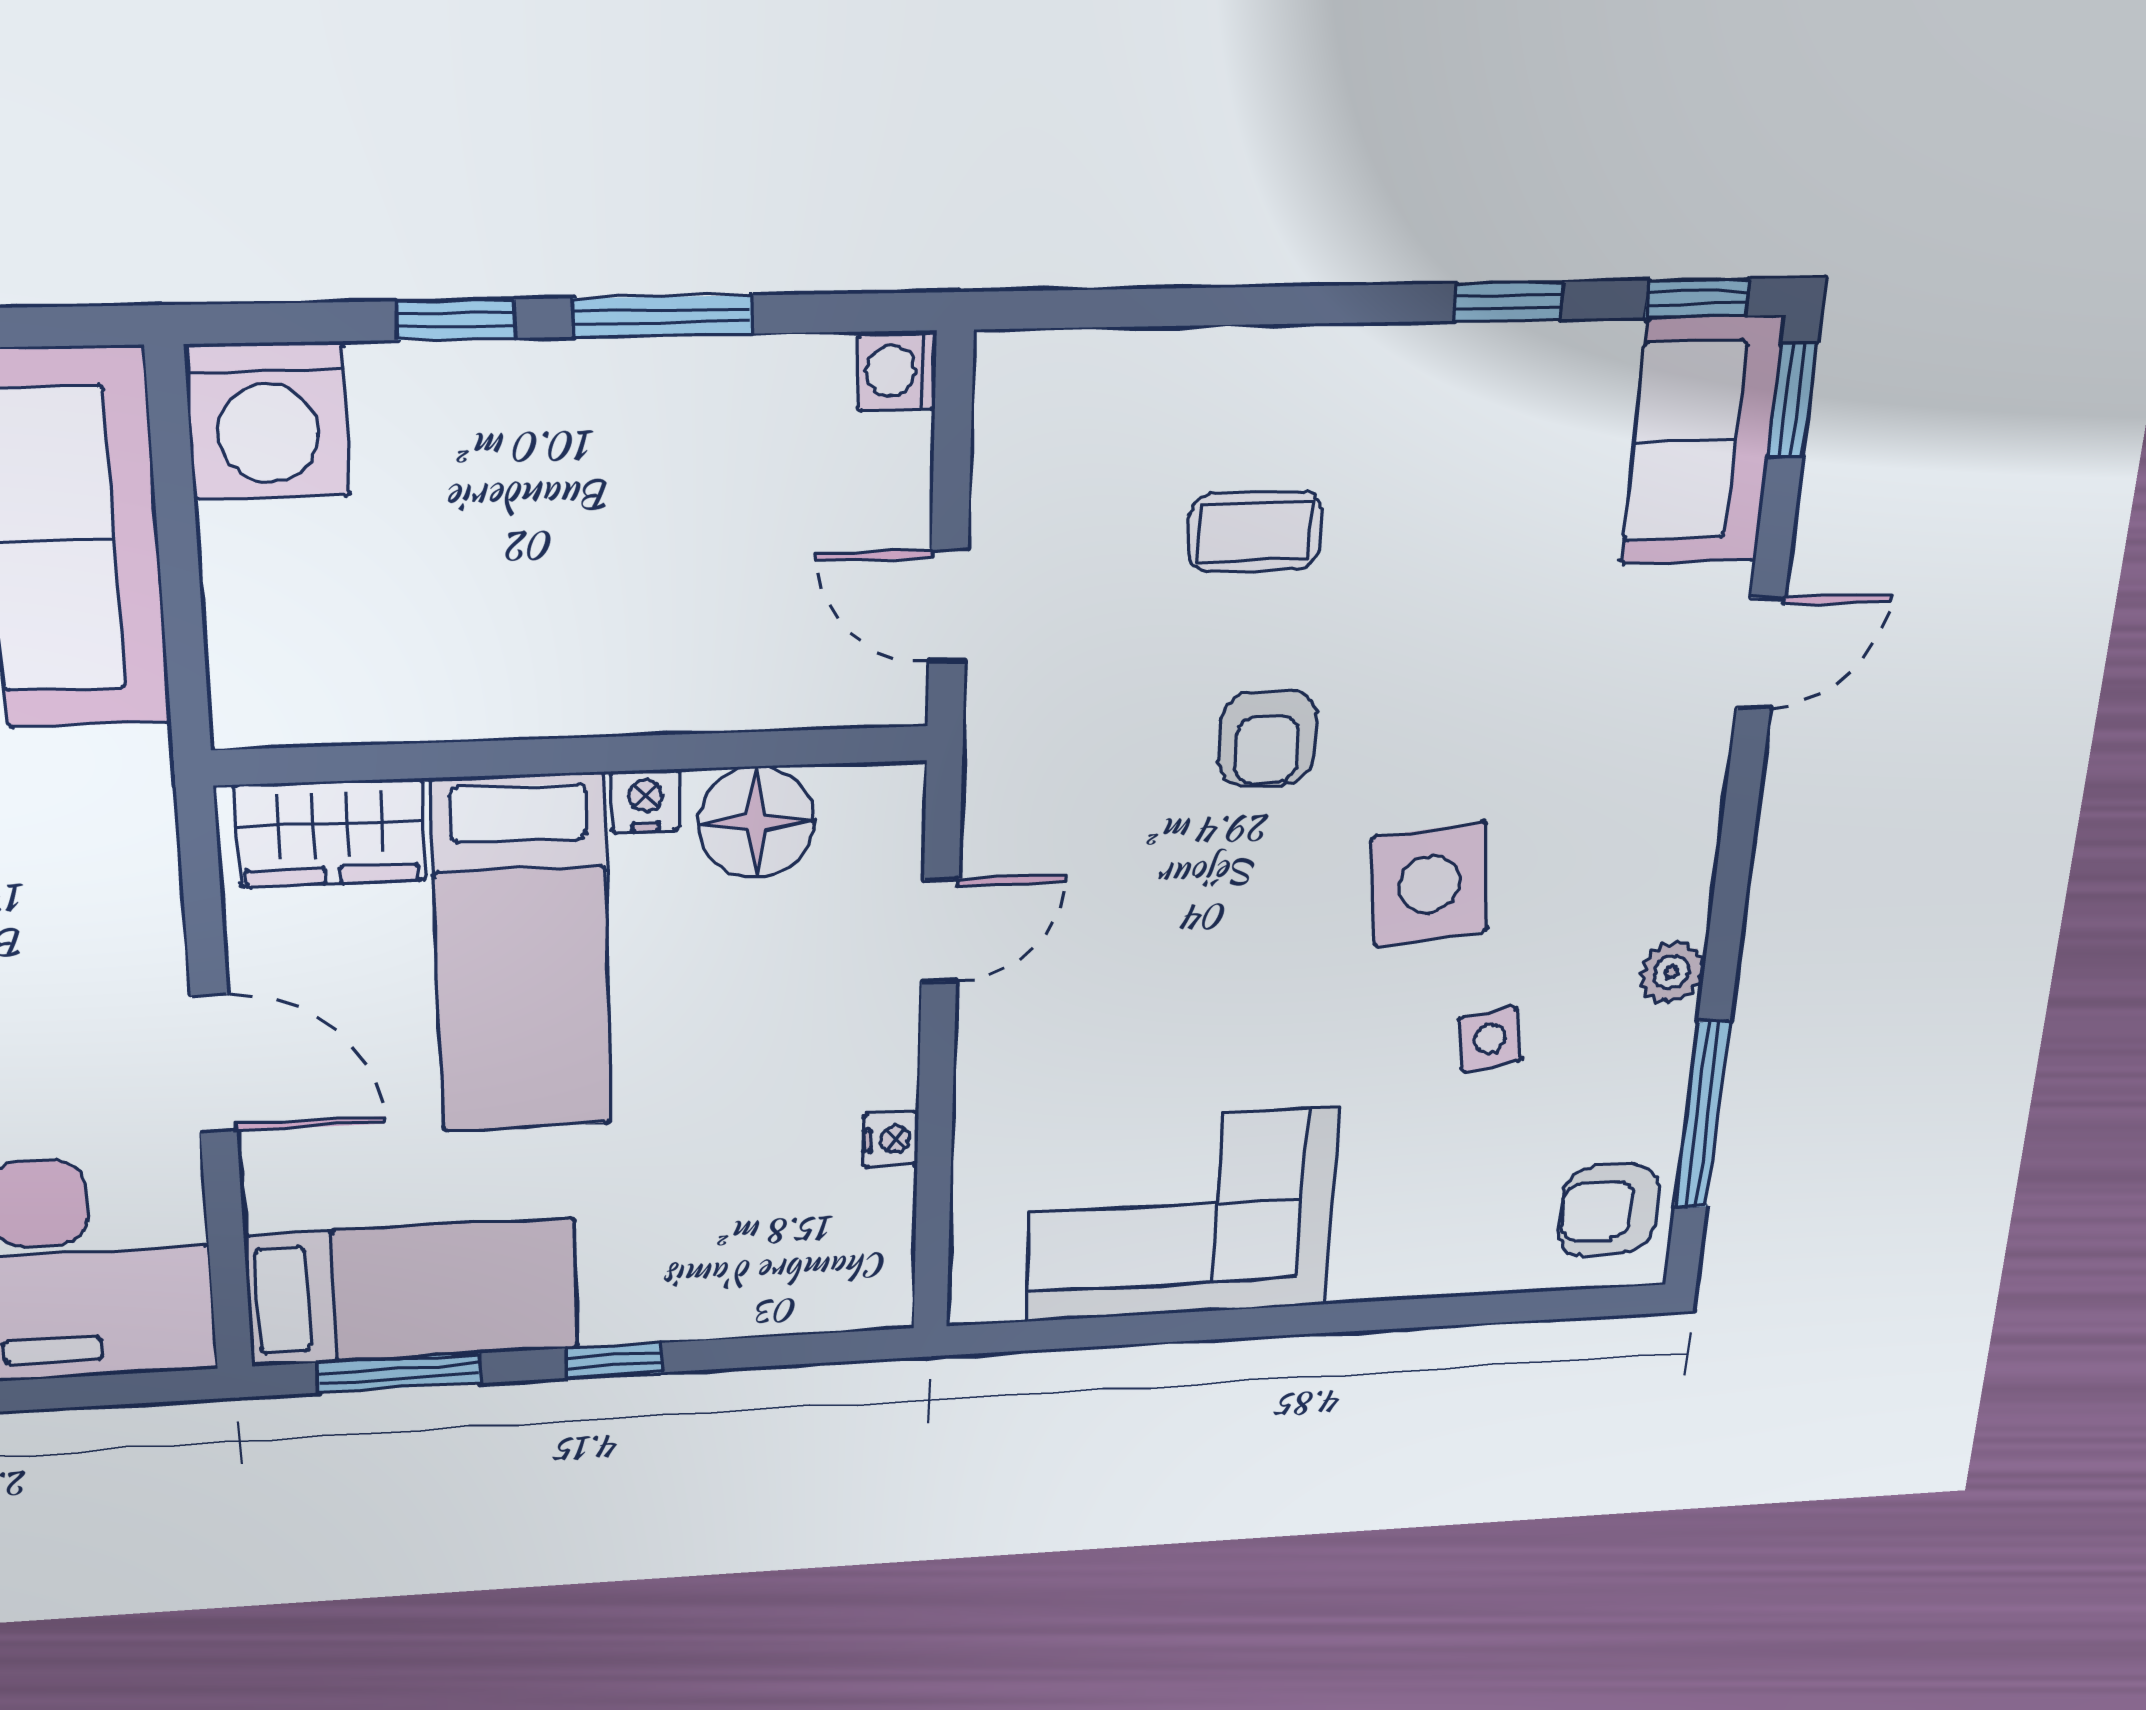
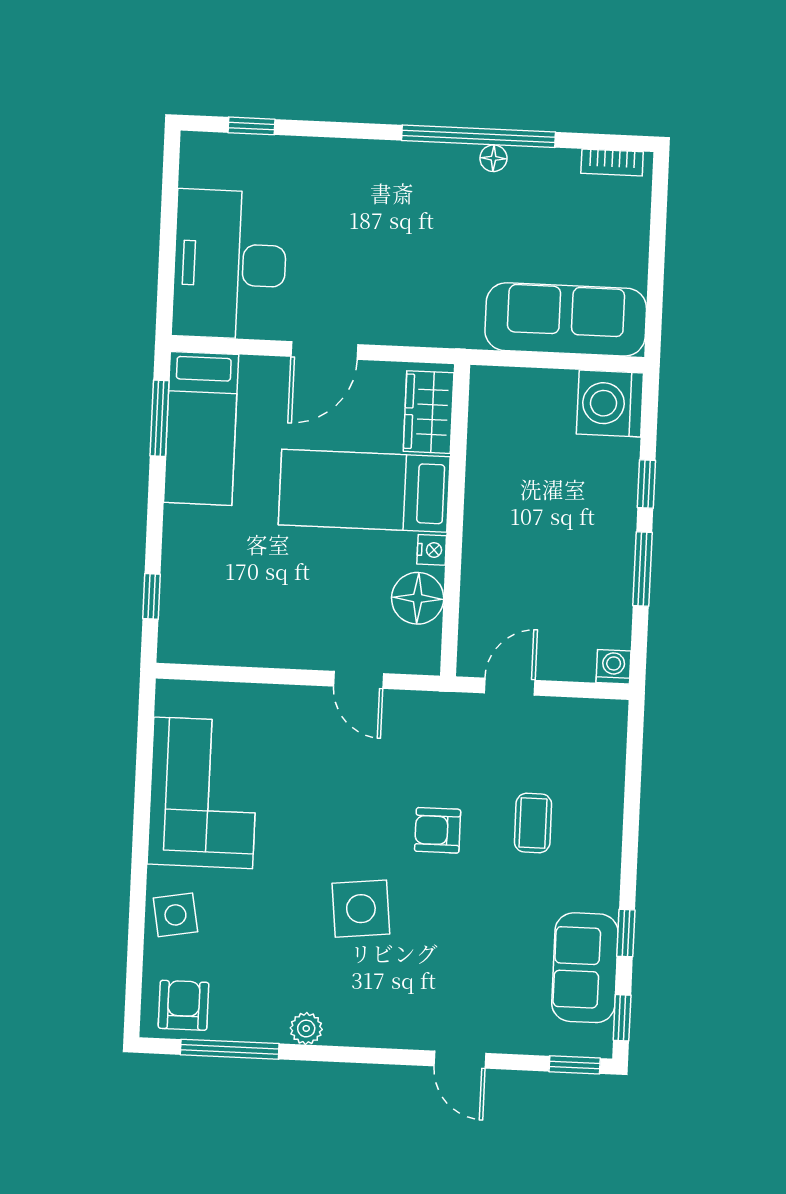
sofa: (1702, 441) -> (585, 968), moved, turned -90
side table: (1490, 1039) -> (175, 915), moved, width x1.37, depth x1.37
nightstand: (891, 1140) -> (257, 654), removed
window: (614, 1360) -> (151, 596), moved

